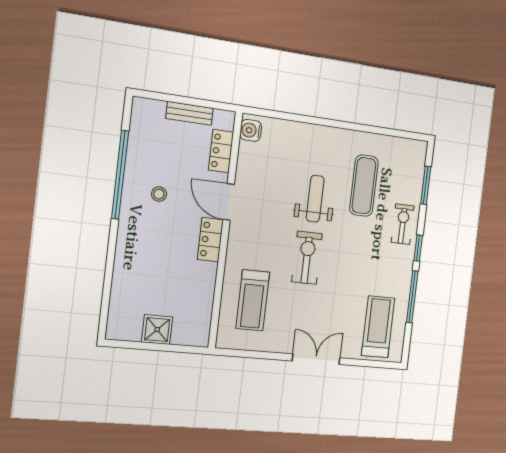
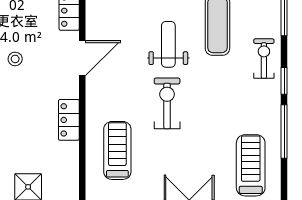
door: (229, 202) -> (82, 58), swing flipped
locker: (210, 240) -> (69, 120), moved
treadmill: (253, 300) -> (117, 150), turned 180

